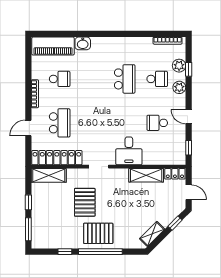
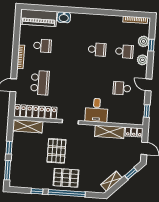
school desk: (125, 79) -> (97, 50), width x0.54

